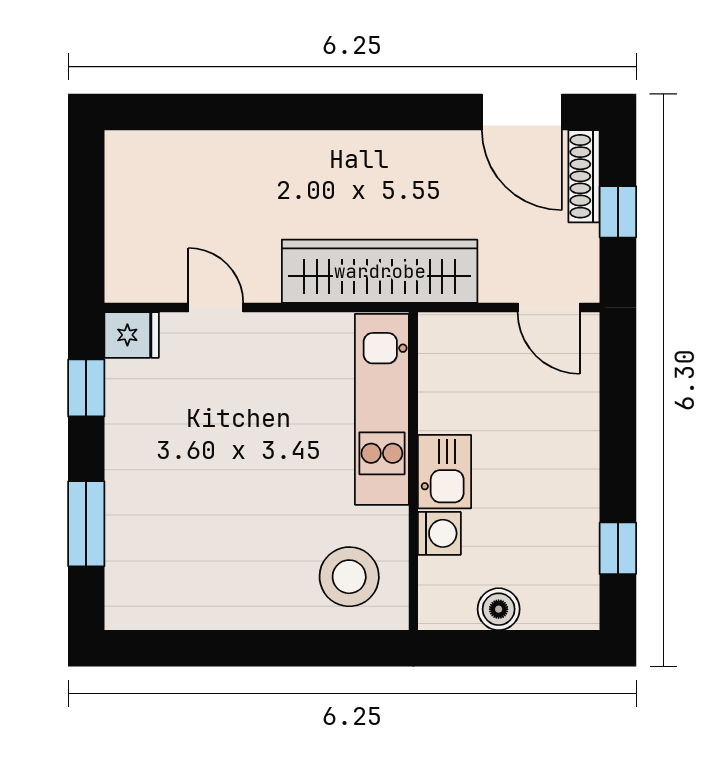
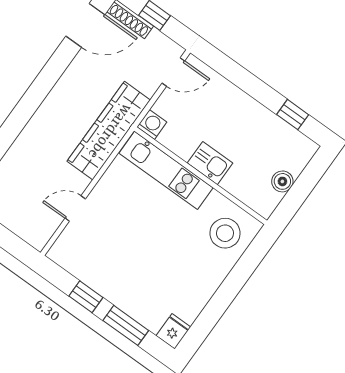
fridge: (132, 335) -> (173, 331), moved
window: (86, 388) -> (86, 297), moved
washing machine: (439, 533) -> (152, 124), moved

